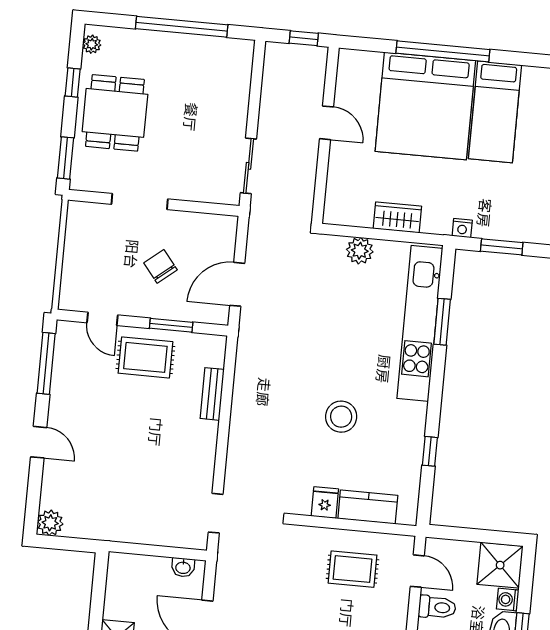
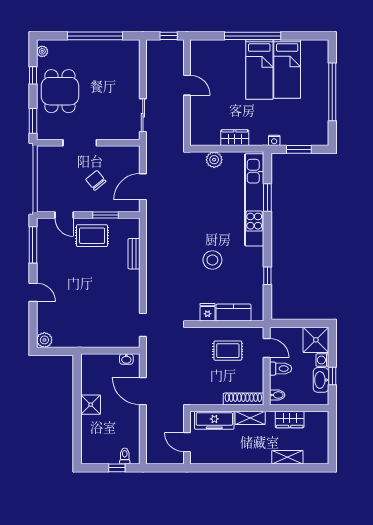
bed: (425, 106) -> (259, 69), width x0.49

